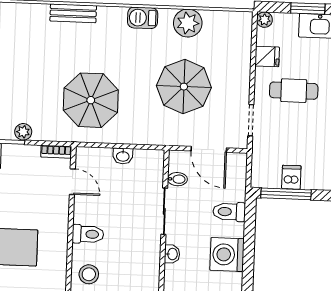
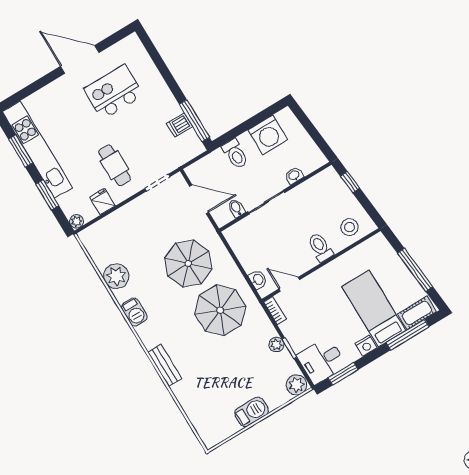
parasol: (184, 87) -> (188, 263), moved
door: (209, 149) -> (199, 199), hinge flipped
washbasin: (123, 156) -> (258, 280), moved
door: (72, 182) -> (289, 284), hinge flipped

